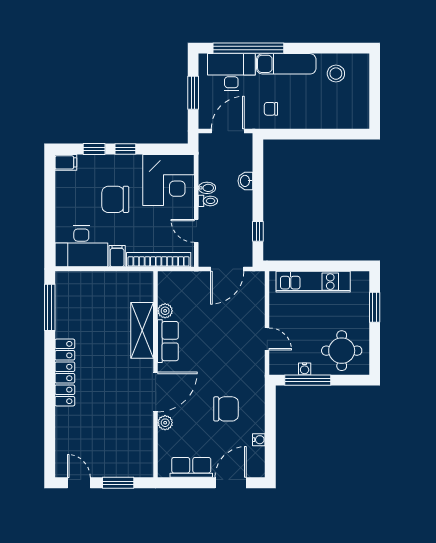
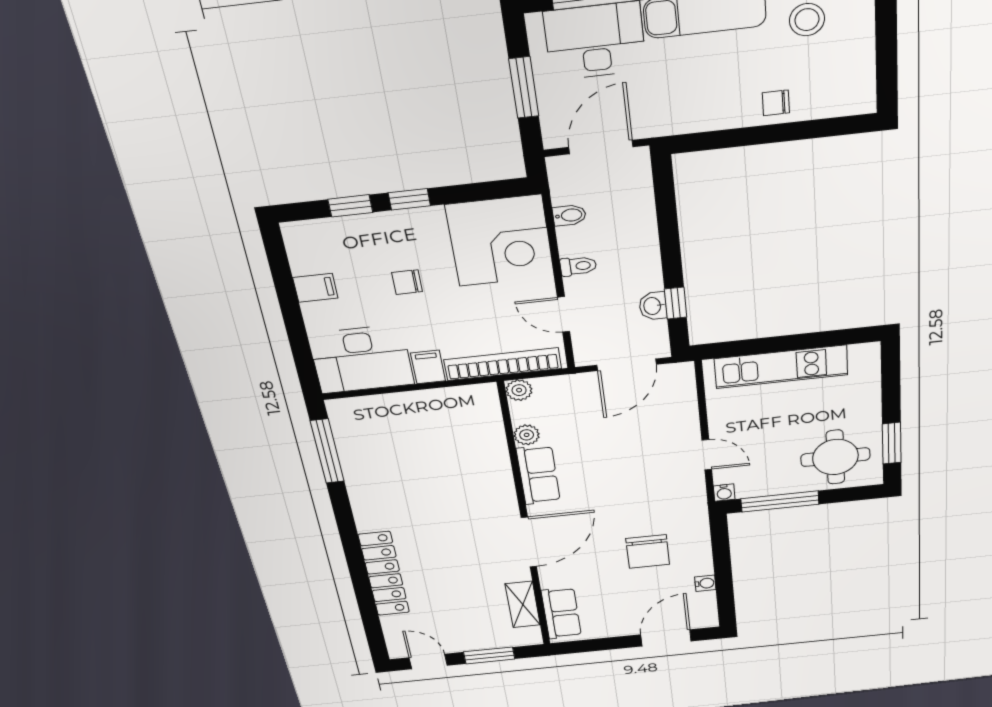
chair: (271, 109) -> (776, 103), moved
filing cabinet: (66, 162) -> (315, 288), moved
washbasin: (245, 181) -> (653, 306), moved
bidet: (207, 188) -> (569, 215), moved
chair: (115, 199) -> (407, 282), width x0.54, depth x0.54
window: (375, 307) -> (892, 443), moved
shelving: (142, 330) -> (523, 604), moved, width x0.67, depth x0.75
water cooler: (305, 369) -> (724, 493), moved
locker: (65, 372) -> (384, 574), moved
chair: (226, 409) -> (648, 551), turned 90
plant: (165, 423) -> (519, 390), moved
row of seats: (191, 467) -> (561, 613), moved, turned 90

